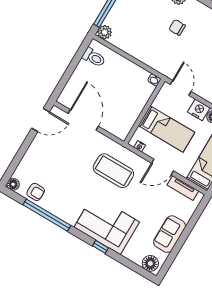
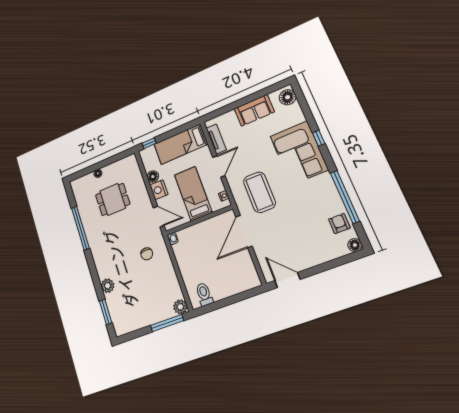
chair: (177, 27) -> (147, 254), moved
door: (181, 88) -> (159, 217), swing flipped
door: (83, 120) -> (244, 231), moved
door: (163, 167) -> (219, 166), hinge flipped

